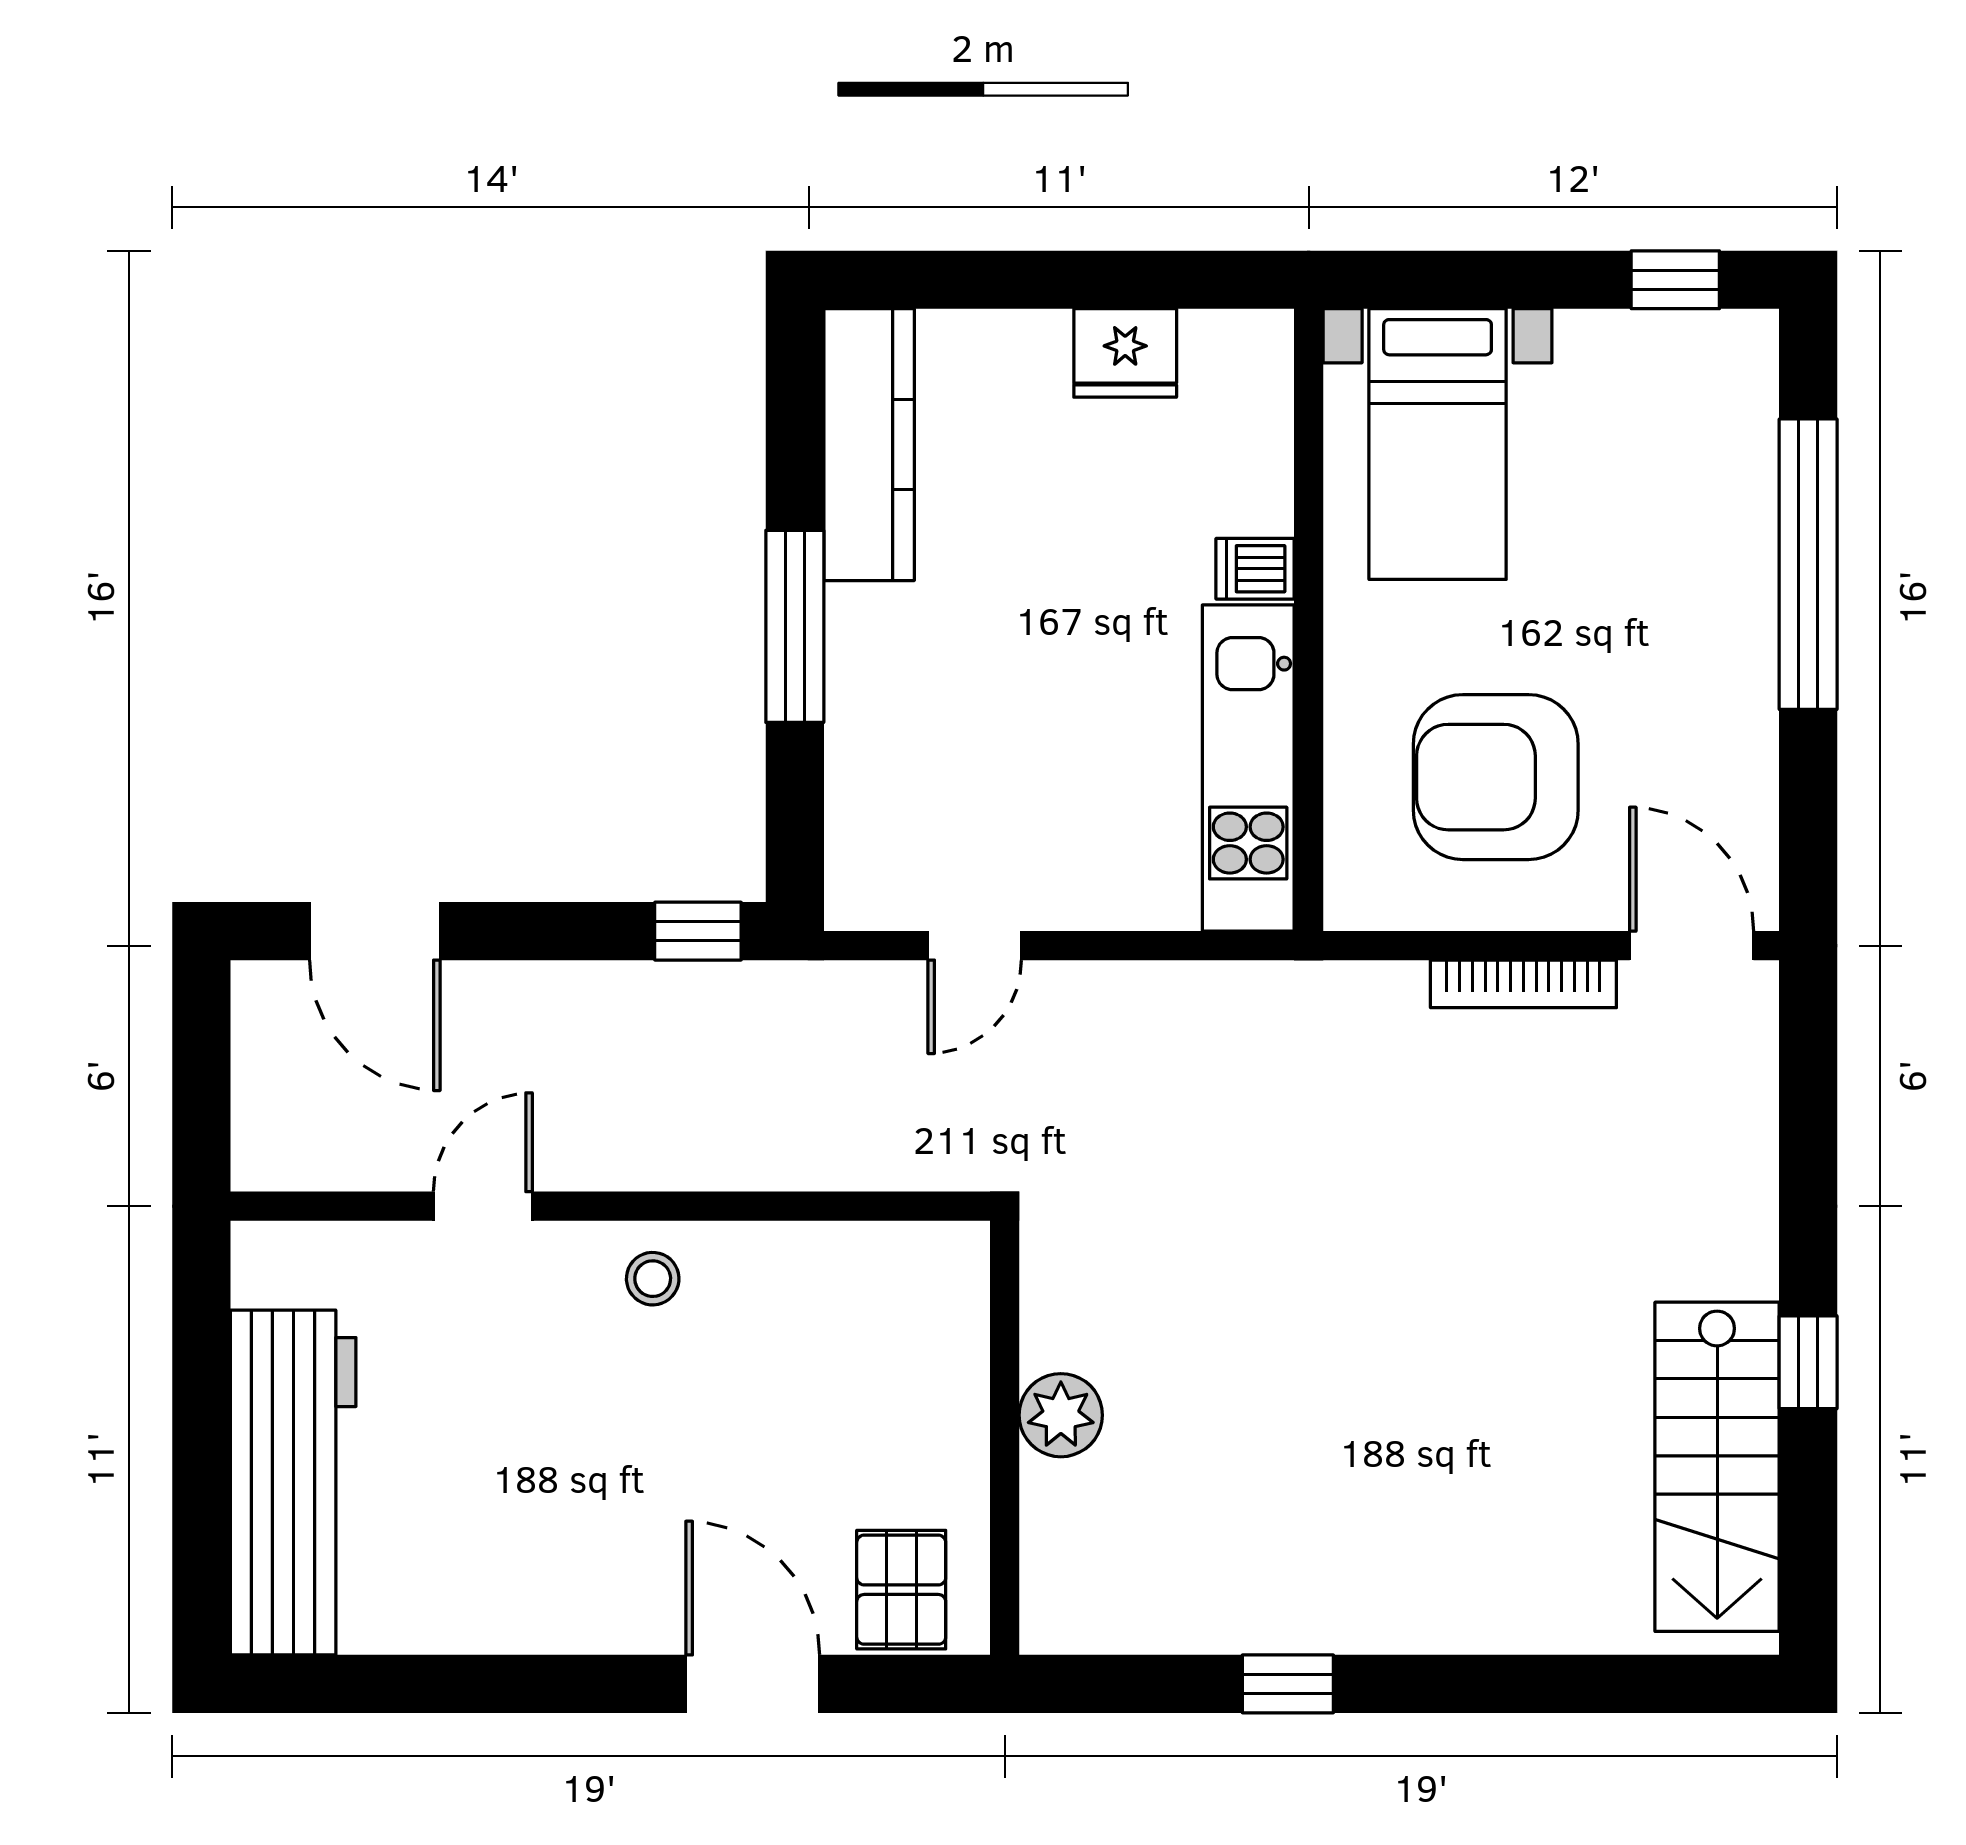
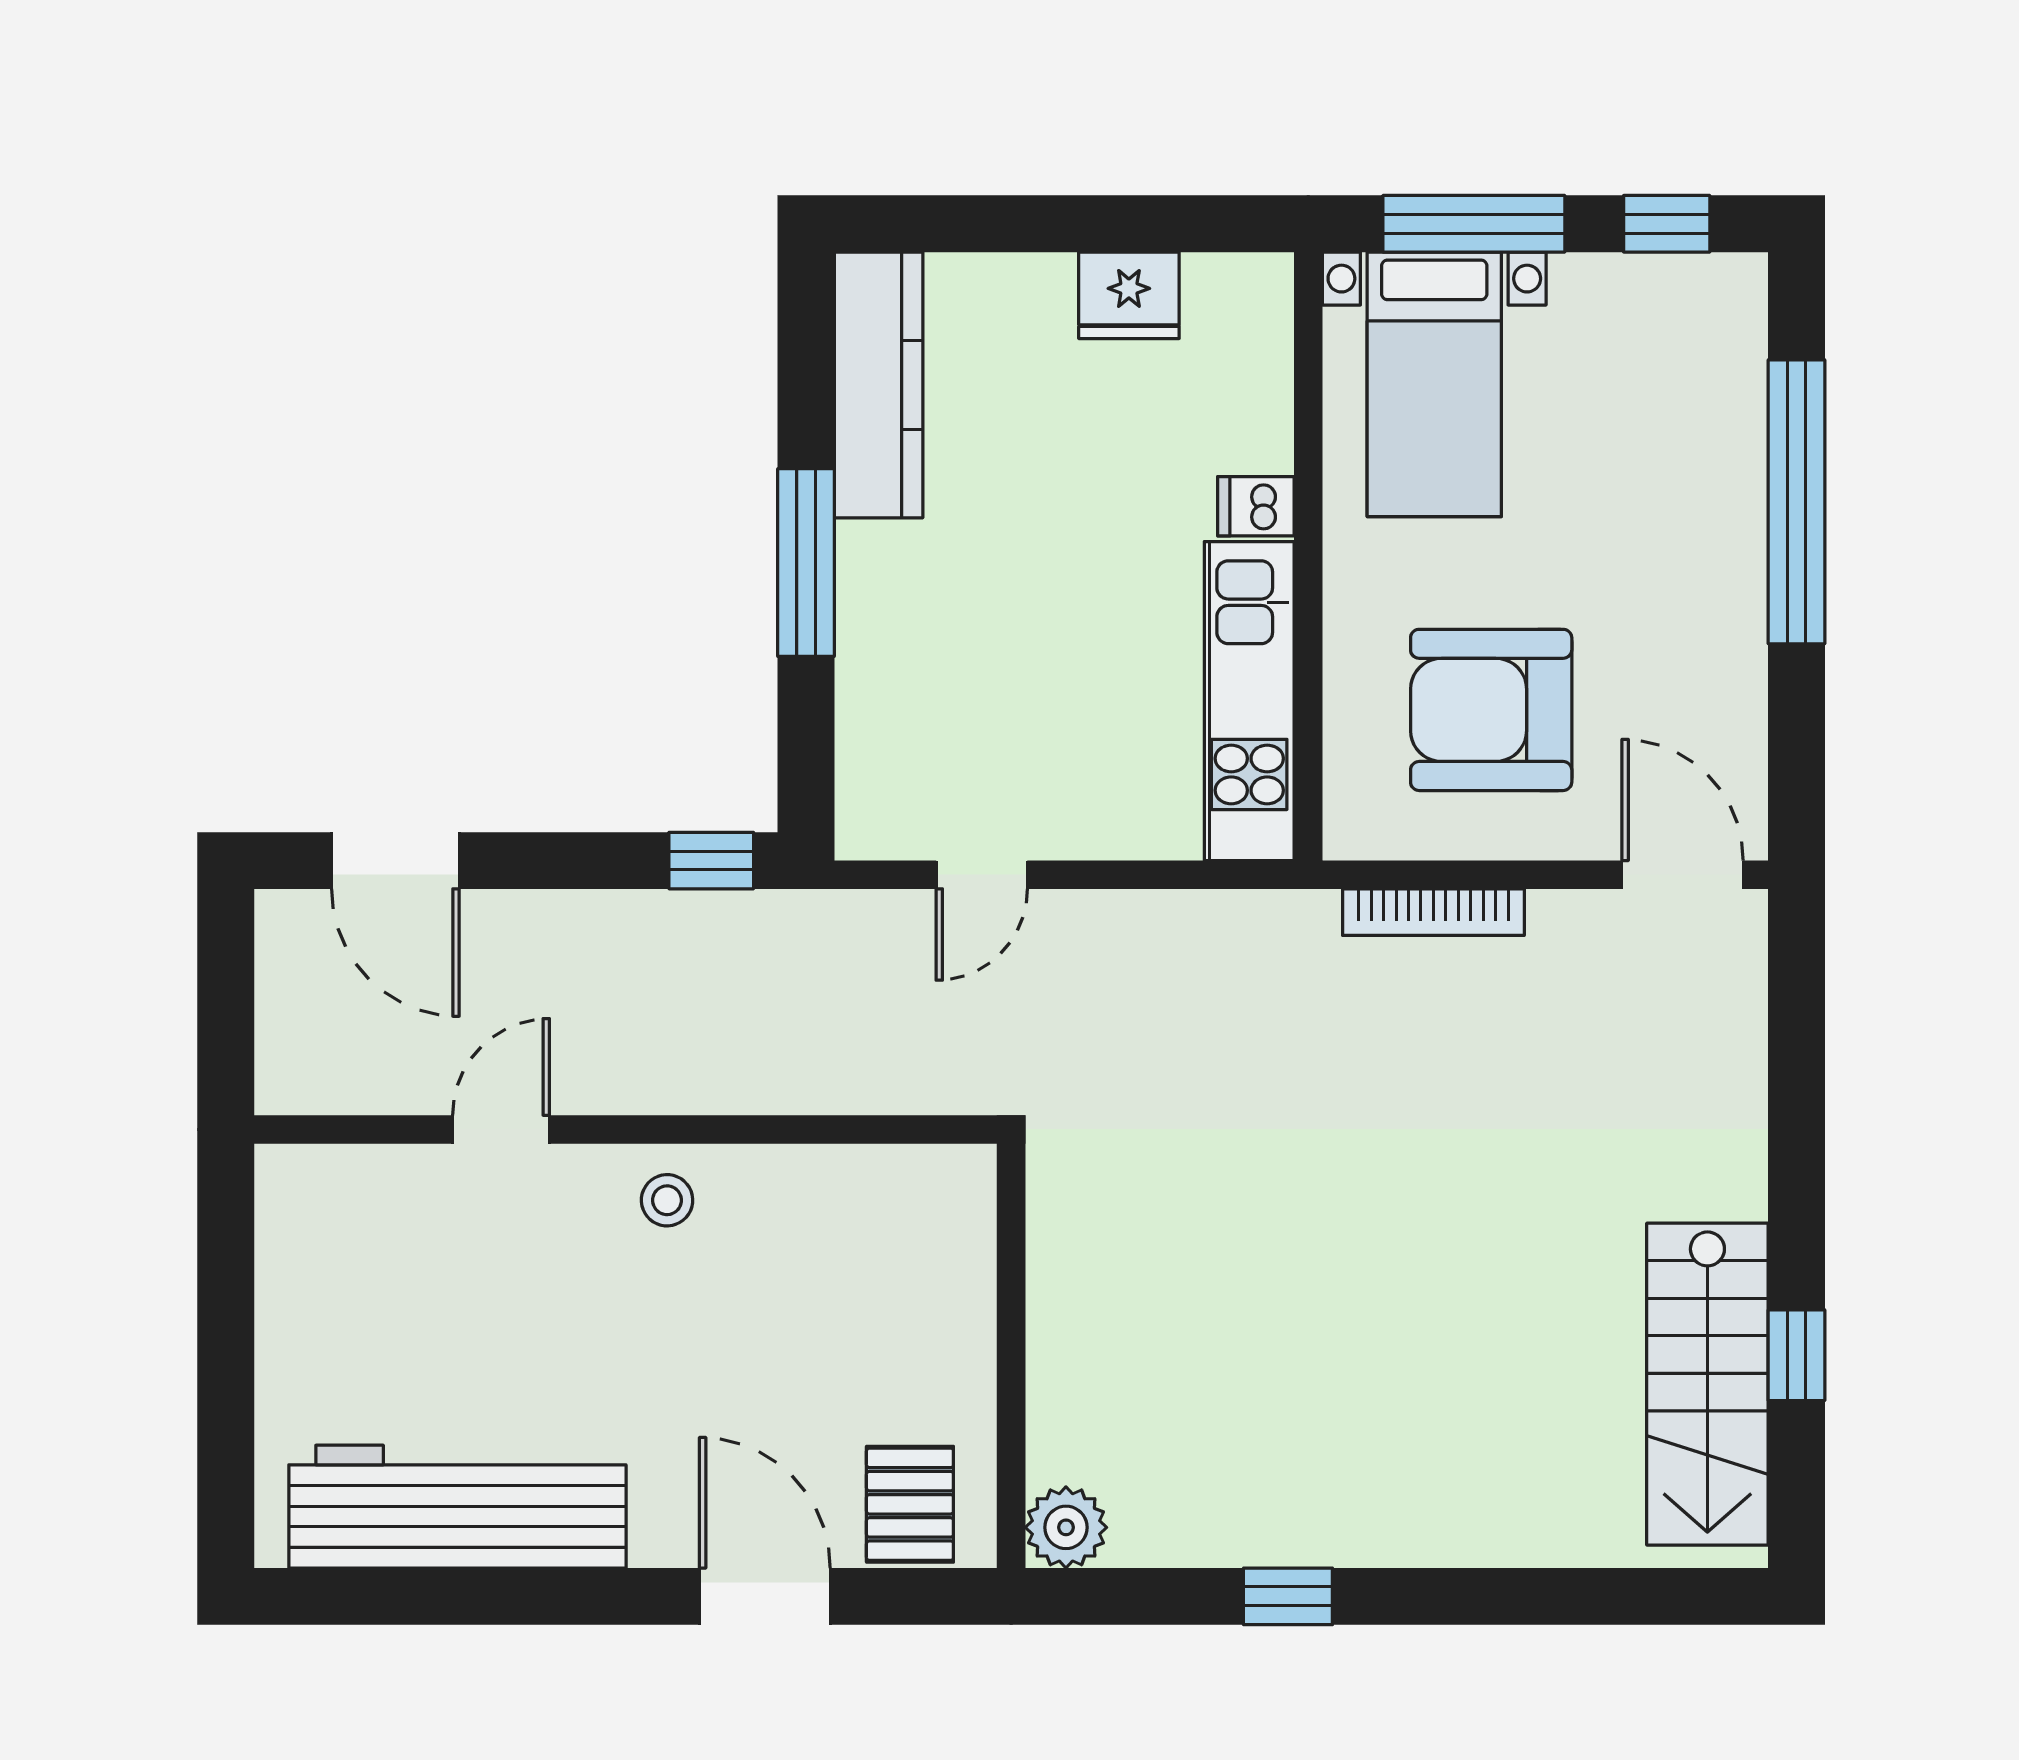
window: (1478, 280) -> (1474, 224), added
bookcase: (1523, 984) -> (1433, 912), moved
window: (1808, 1362) -> (1796, 1355), moved
plant: (1061, 1415) -> (1066, 1527), moved
workbench: (293, 1482) -> (457, 1507), moved, turned -90

